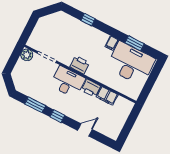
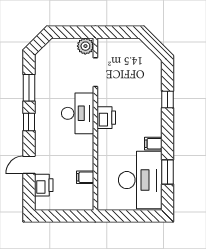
printer: (91, 88) -> (44, 185), moved, turned 180
filing cabinet: (107, 96) -> (85, 177), width x0.50
door: (85, 130) -> (29, 165), swing flipped

